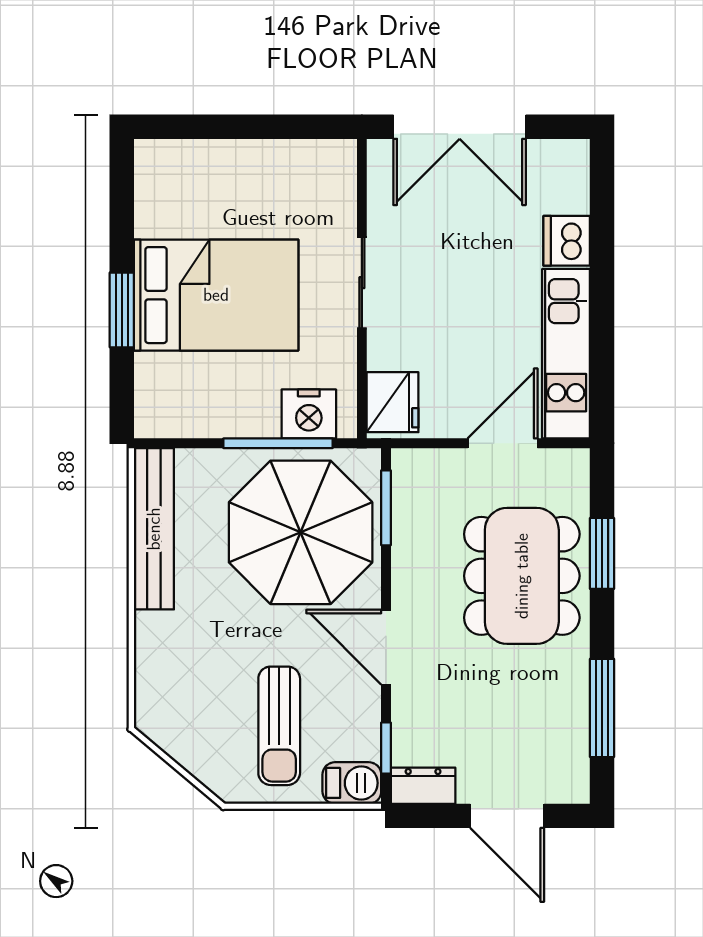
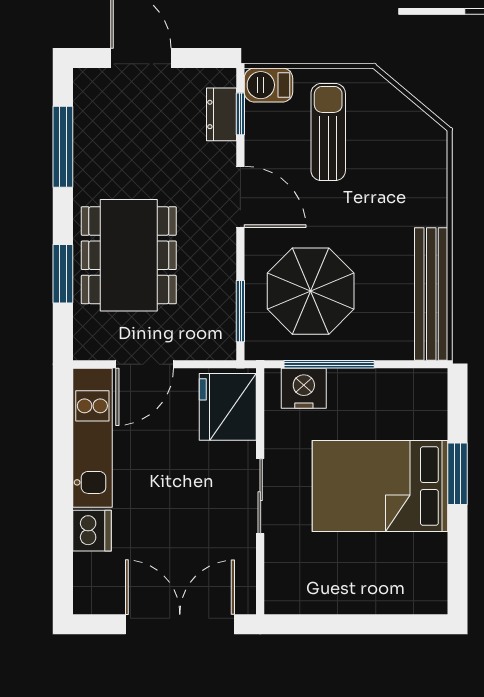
fridge: (393, 402) -> (228, 407), width x1.36, depth x1.34
parasol: (301, 532) -> (311, 291), width x0.73, depth x0.73
dresser: (423, 786) -> (222, 114), moved, turned 90

